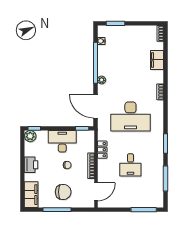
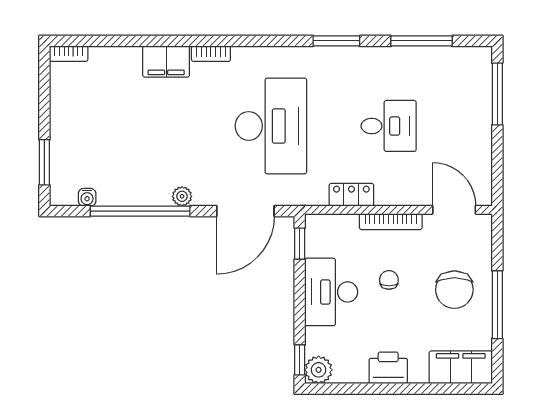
filing cabinet: (157, 60) -> (166, 61), moved
chair: (63, 192) -> (454, 290), turned 180

